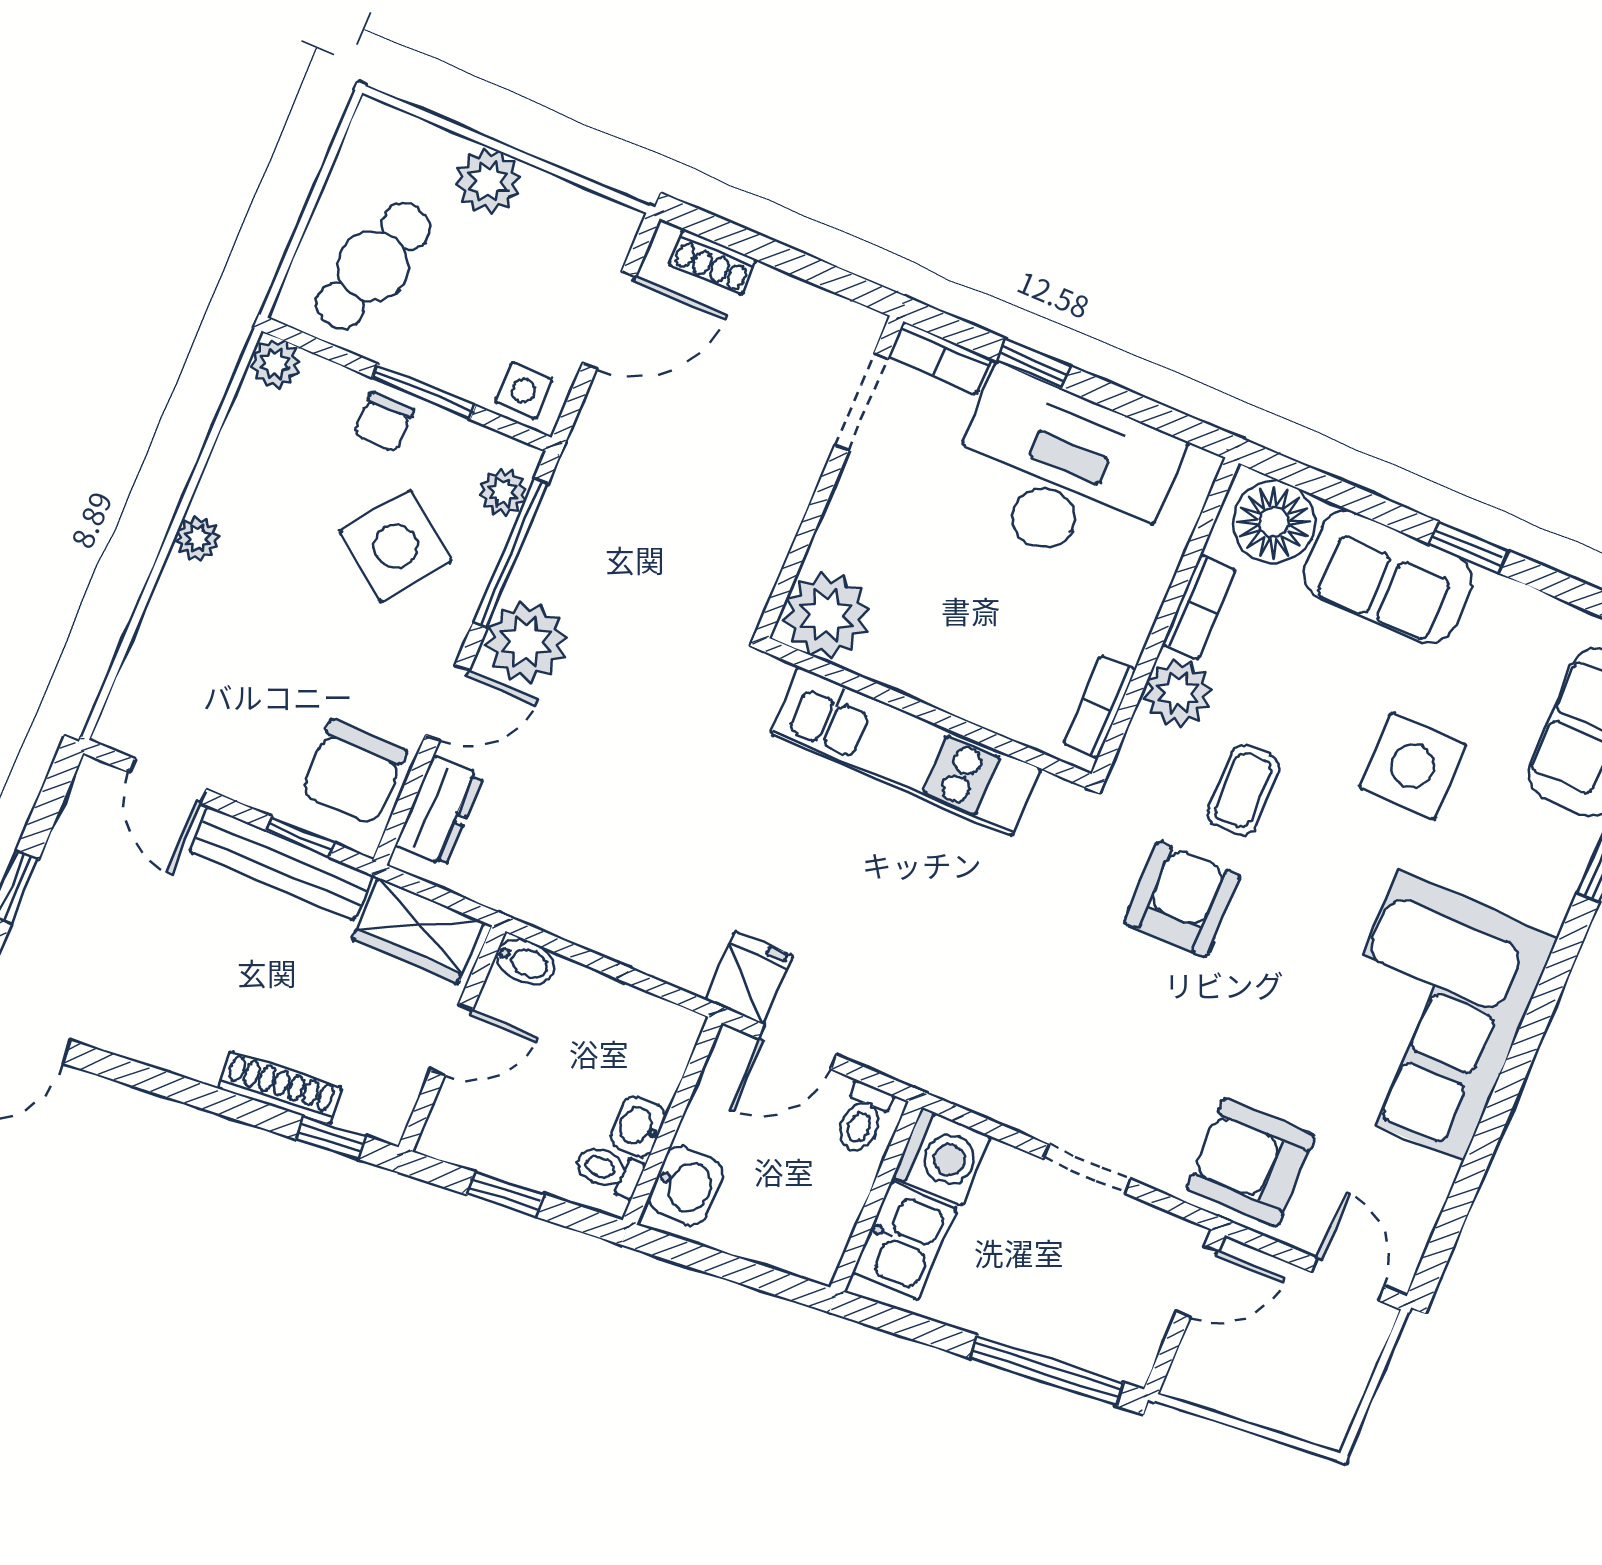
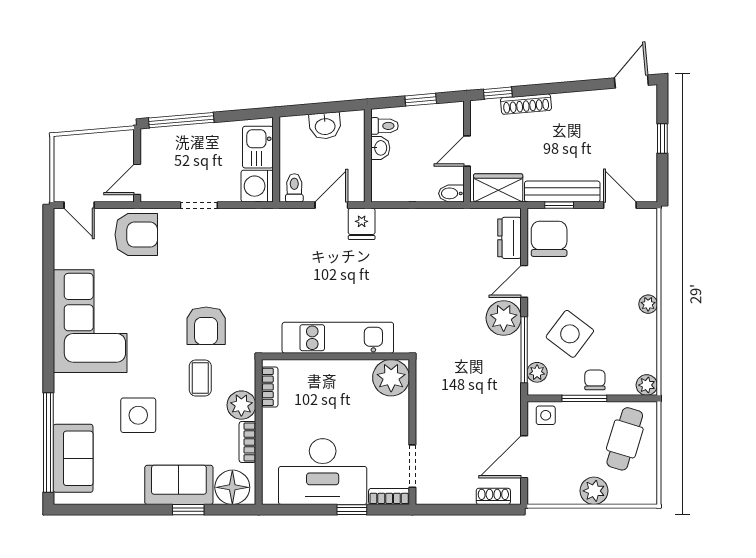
window: (1469, 547) -> (188, 510), moved
washbasin: (686, 1186) -> (325, 126), moved, turned -95

